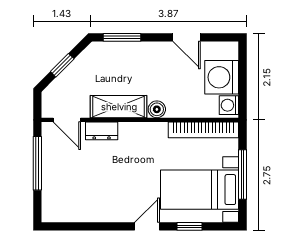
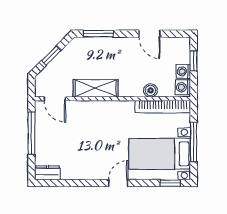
window: (242, 72) -> (194, 61), added
washing machine: (222, 77) -> (183, 71), width x0.53, depth x0.53
boiler: (157, 109) -> (151, 90), moved
dresser: (102, 131) -> (47, 173), moved, turned 180
window: (190, 226) -> (170, 183), moved

